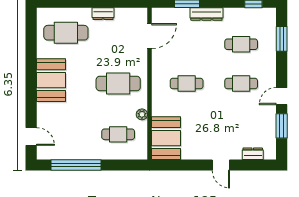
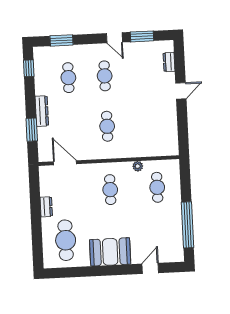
cafe table: (118, 84) -> (110, 190), width x0.73, depth x0.74
door: (31, 136) -> (150, 268), moved
booth: (166, 138) -> (158, 143), removed

